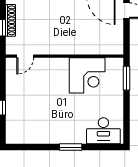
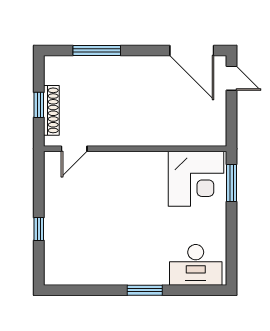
shoe rack: (11, 20) -> (51, 110), moved
corner desk: (87, 75) -> (196, 179), moved

